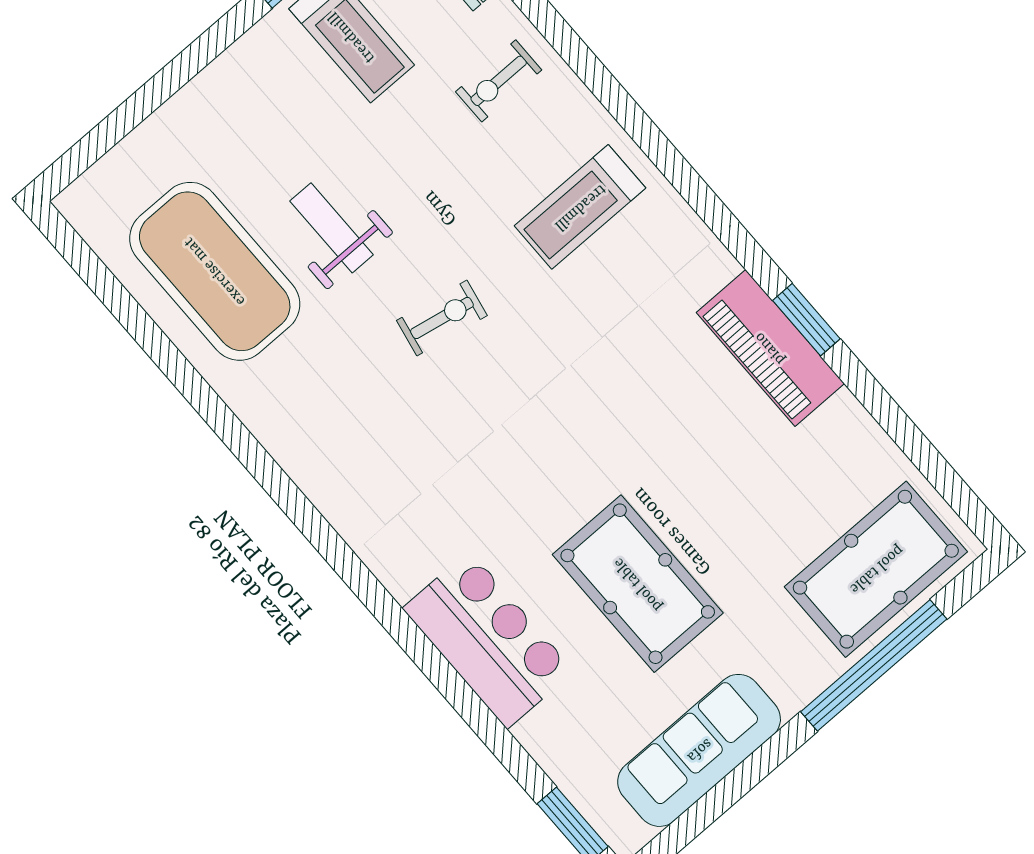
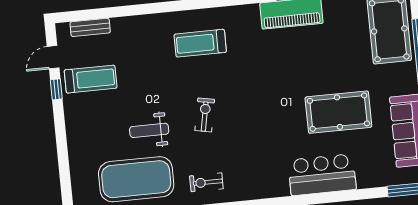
exercise bike: (499, 81) -> (206, 182), moved, turned 90
treadmill: (580, 207) -> (200, 43), turned 90

